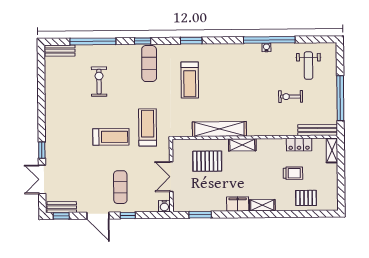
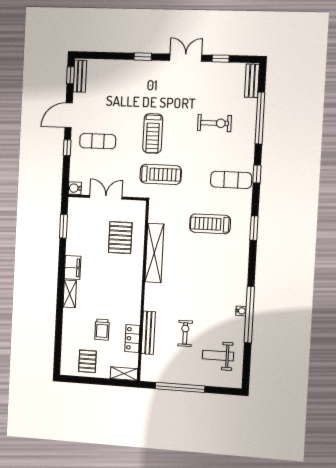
window: (41, 80) -> (221, 59), added
bench: (318, 130) -> (148, 333), moved
shelving: (242, 145) -> (136, 277), removed
double door: (42, 179) -> (186, 58), moved
pallet: (306, 198) -> (87, 361), moved

